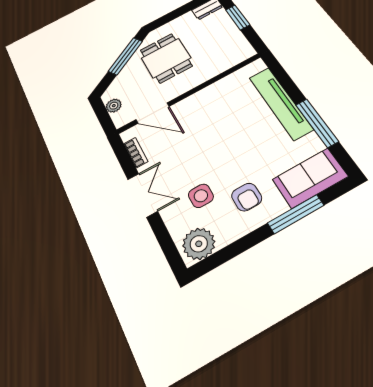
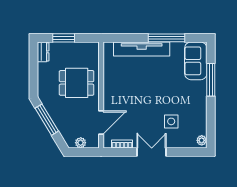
dining table: (166, 58) -> (77, 83), moved
armchair: (247, 197) -> (187, 98), removed
plant: (199, 244) -> (202, 140), width x0.53, depth x0.53

